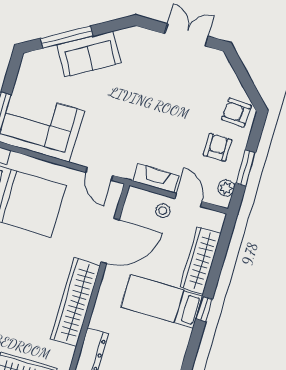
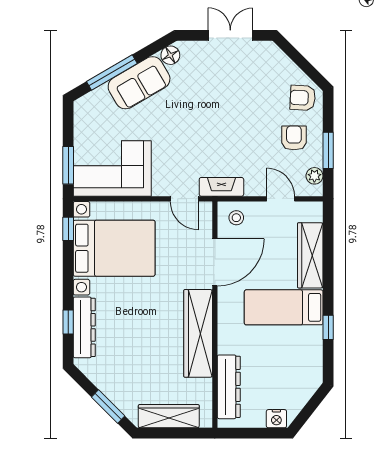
floor lamp: (126, 37) -> (170, 55), added
fireplace: (156, 178) -> (221, 187), moved
stool: (163, 211) -> (236, 218), moved
window: (204, 309) -> (328, 327), moved

